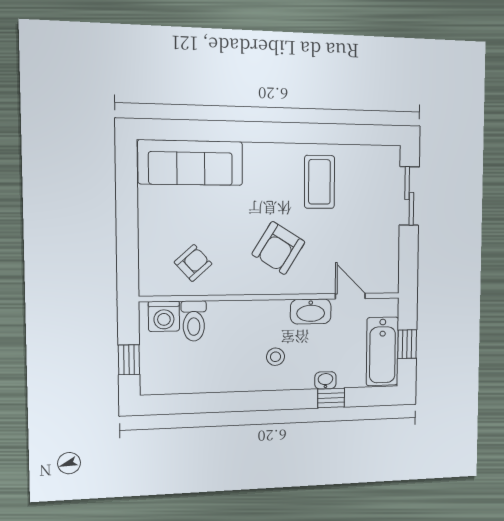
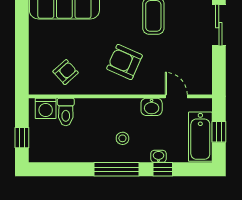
armchair: (278, 248) -> (124, 62), turned 82
washbasin: (311, 312) -> (152, 107), width x0.72
window: (267, 400) -> (117, 169), added

